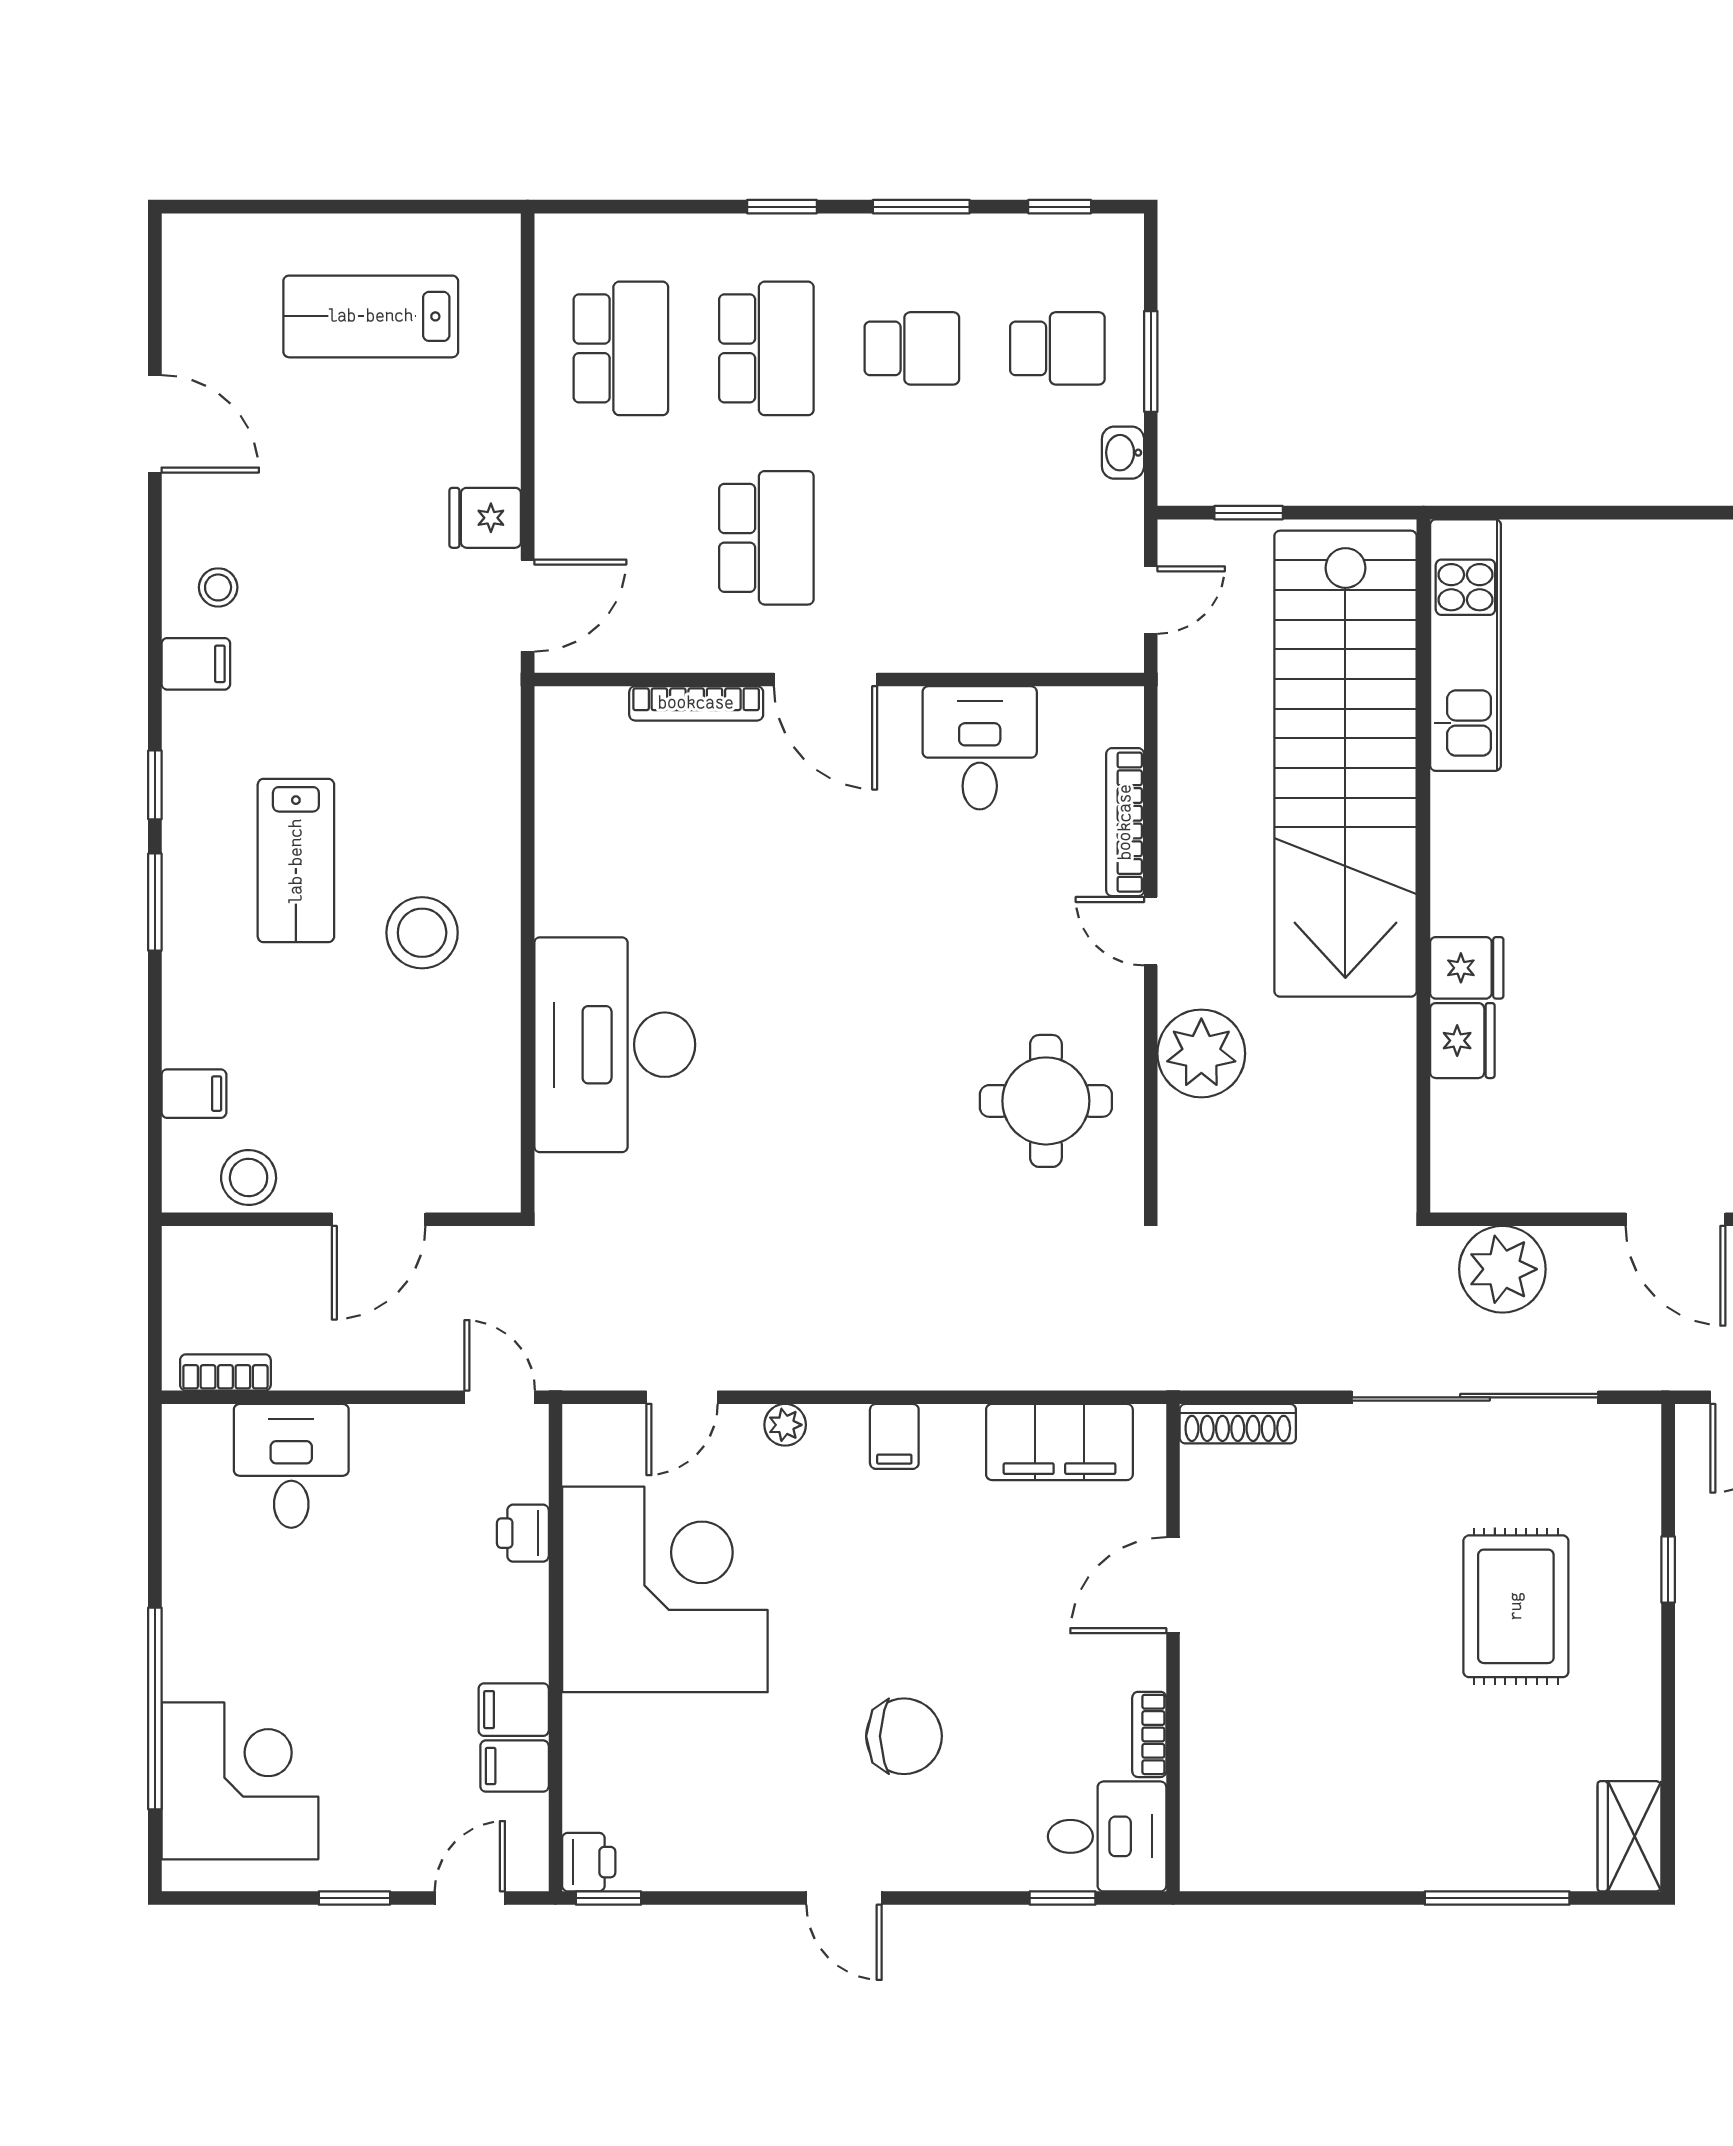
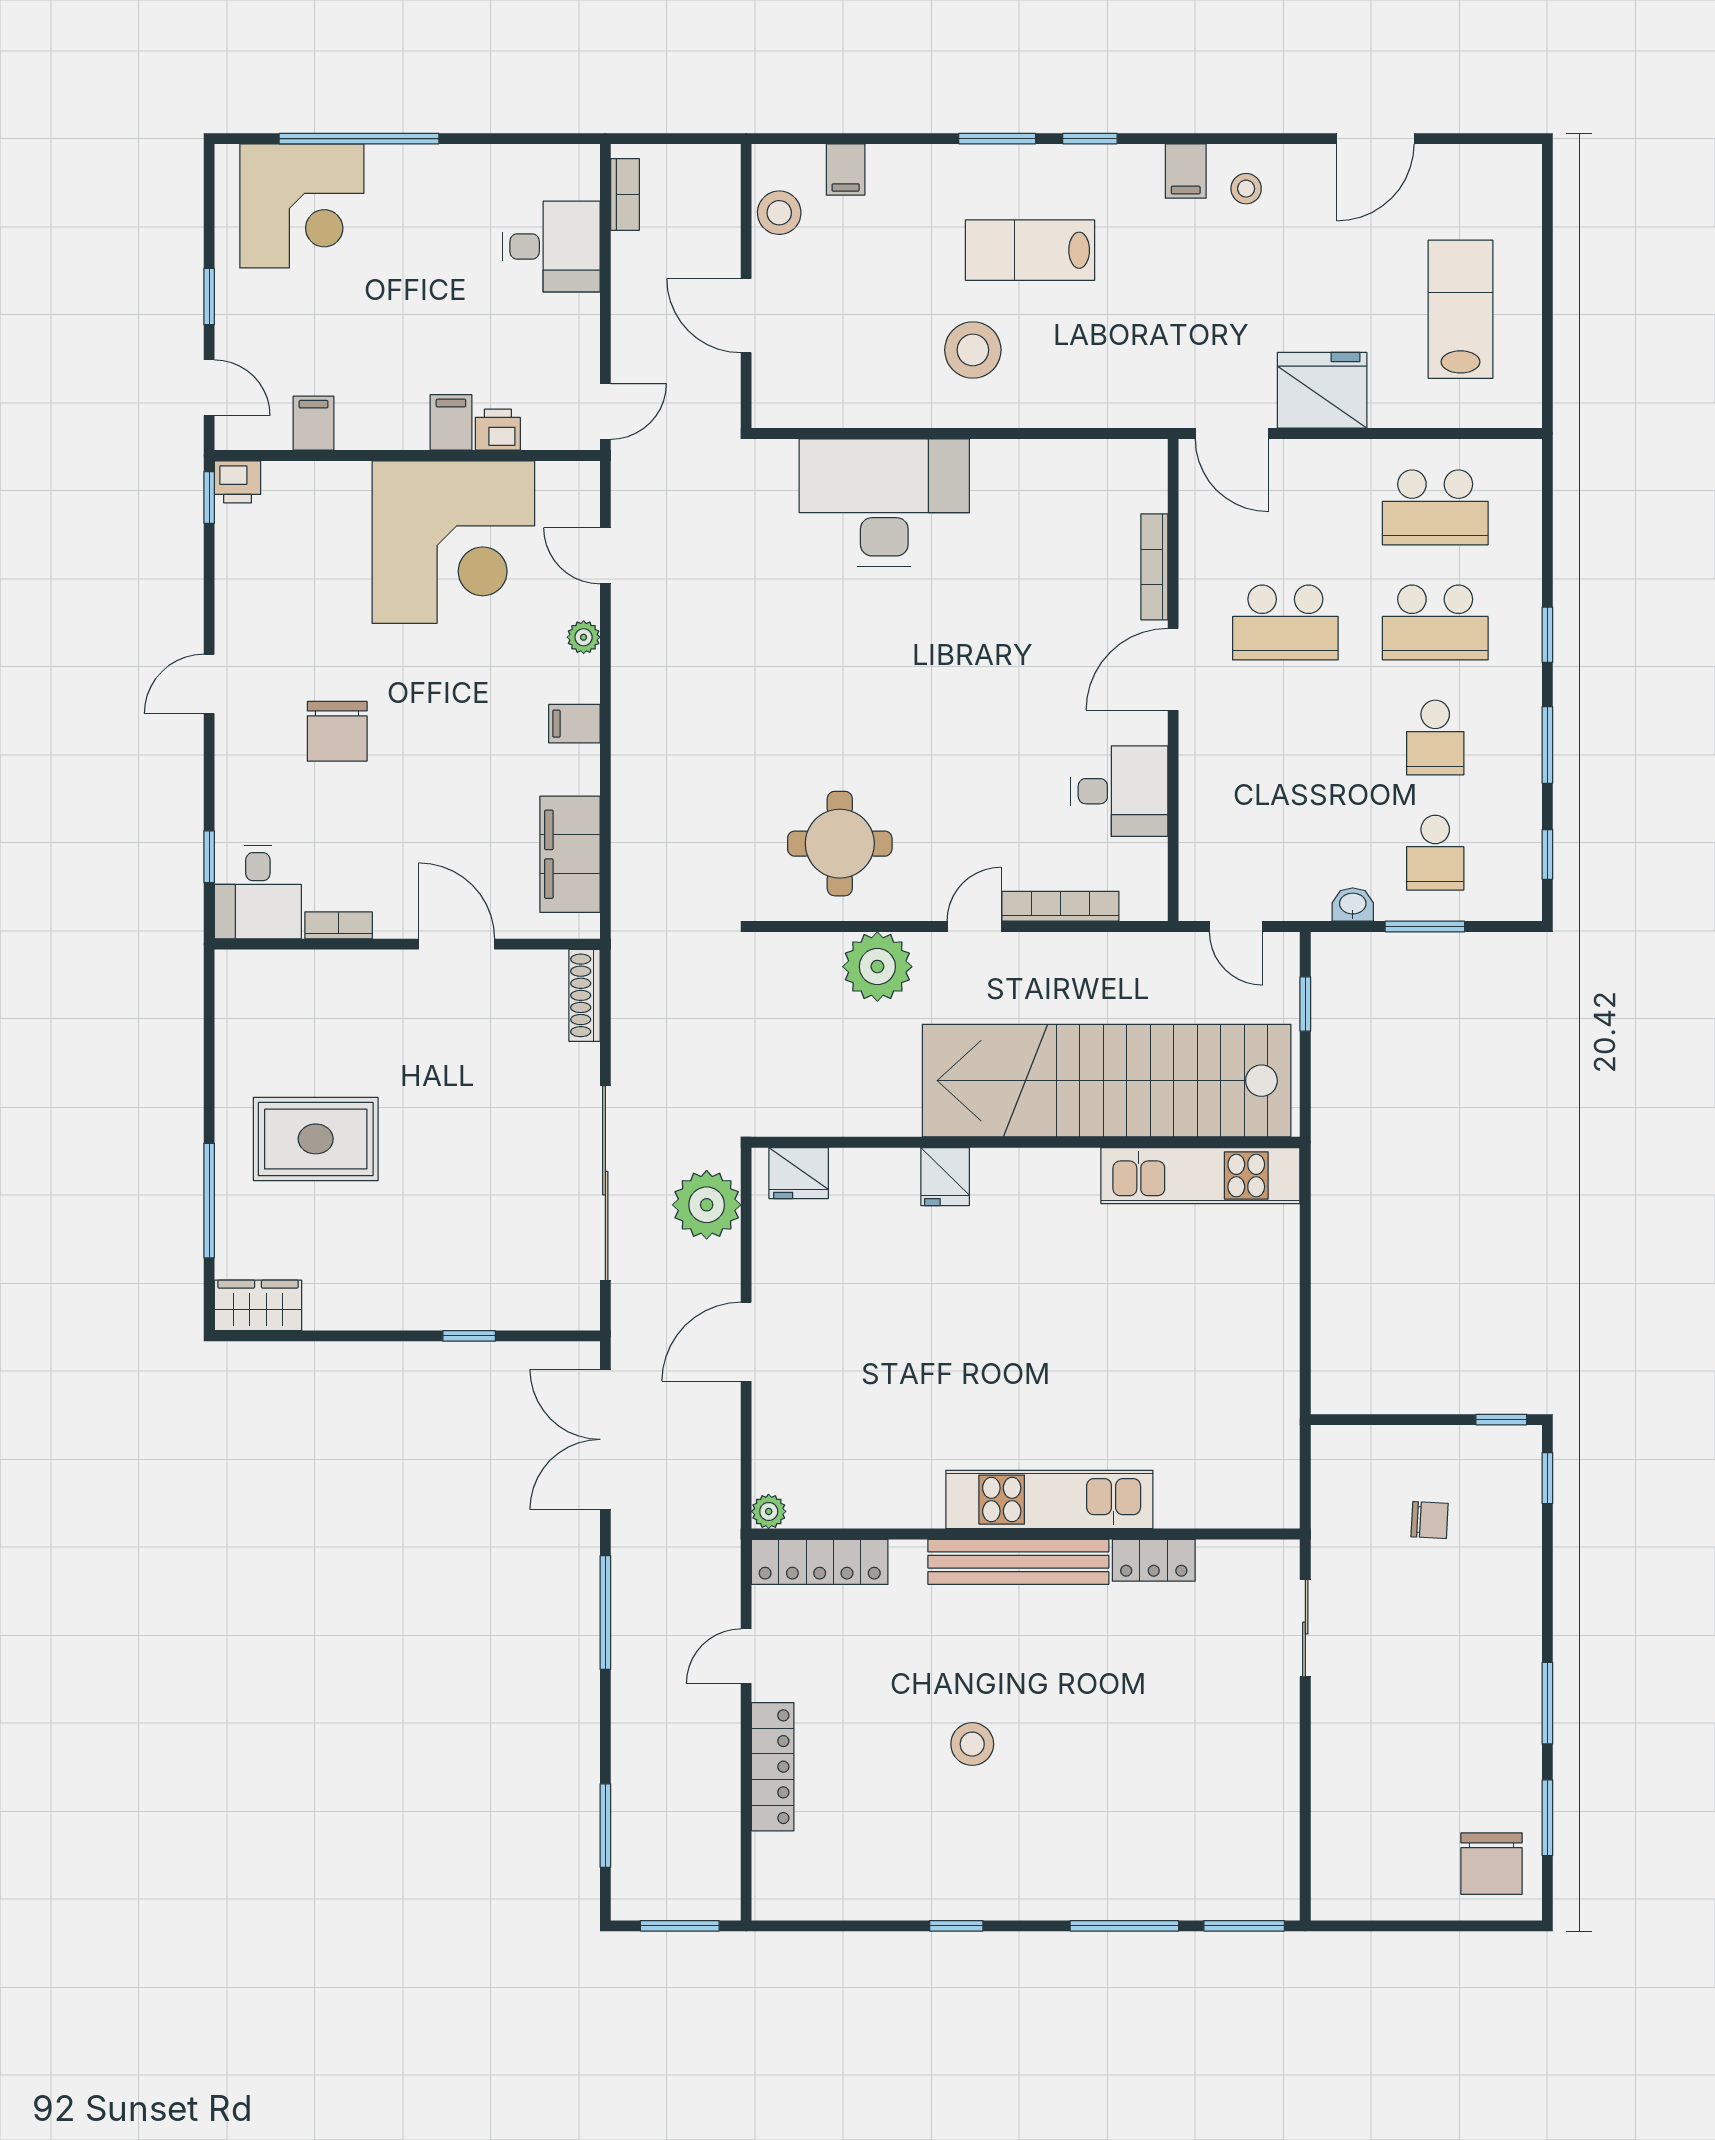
fridge: (485, 518) -> (1322, 390), width x1.88, depth x1.34
fridge: (1462, 1041) -> (799, 1173), moved
rug: (1516, 1606) -> (316, 1139), moved
filing cabinet: (514, 1710) -> (451, 422), moved

